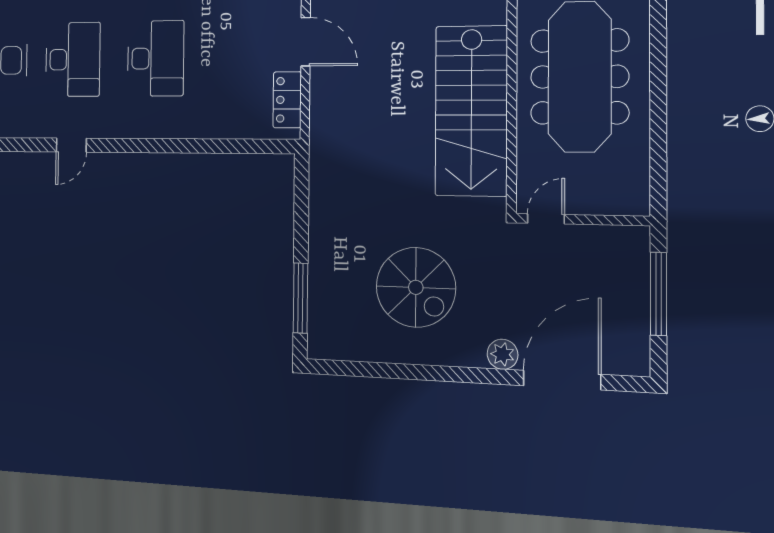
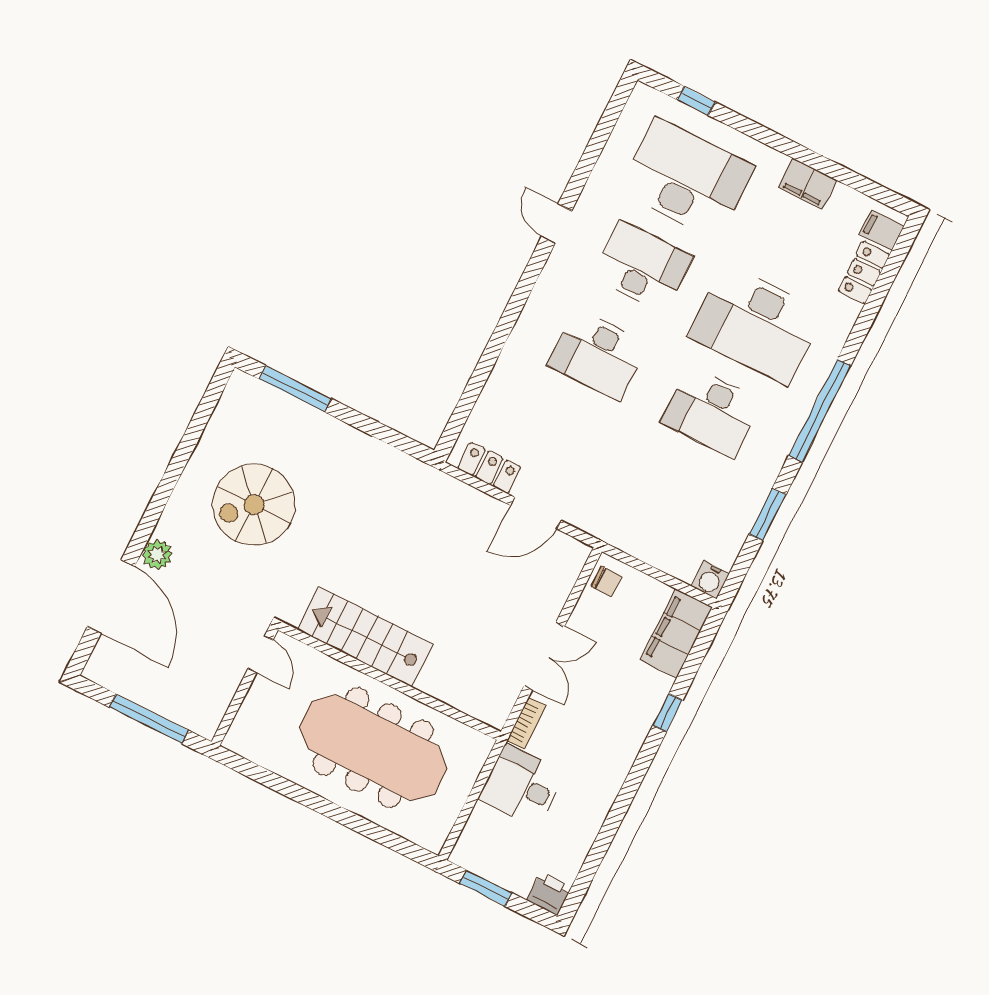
desk: (73, 60) -> (642, 267), turned 180
stairs: (471, 111) -> (365, 637), width x0.73, depth x0.66

